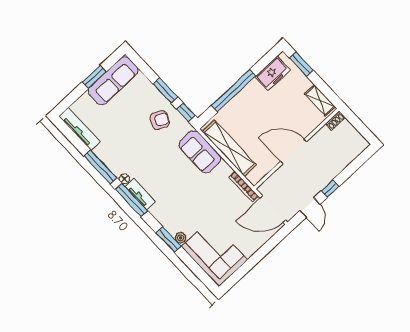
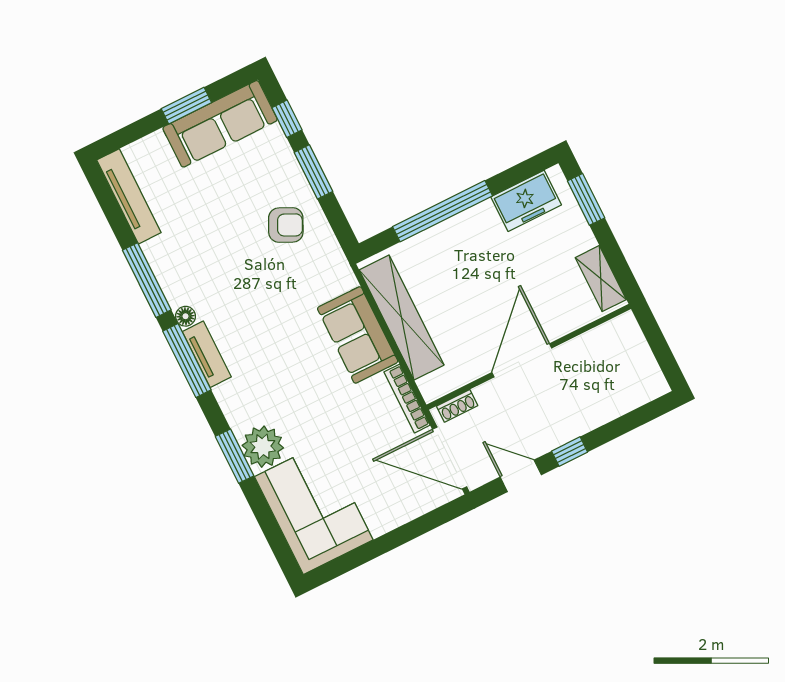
window: (186, 112) -> (287, 119), moved
shoe rack: (335, 120) -> (457, 406), moved
door: (294, 151) -> (522, 360), hinge flipped
sofa: (200, 152) -> (358, 335), moved
door: (310, 208) -> (521, 476), swing flipped
plant: (181, 238) -> (263, 447), width x1.88, depth x1.88

